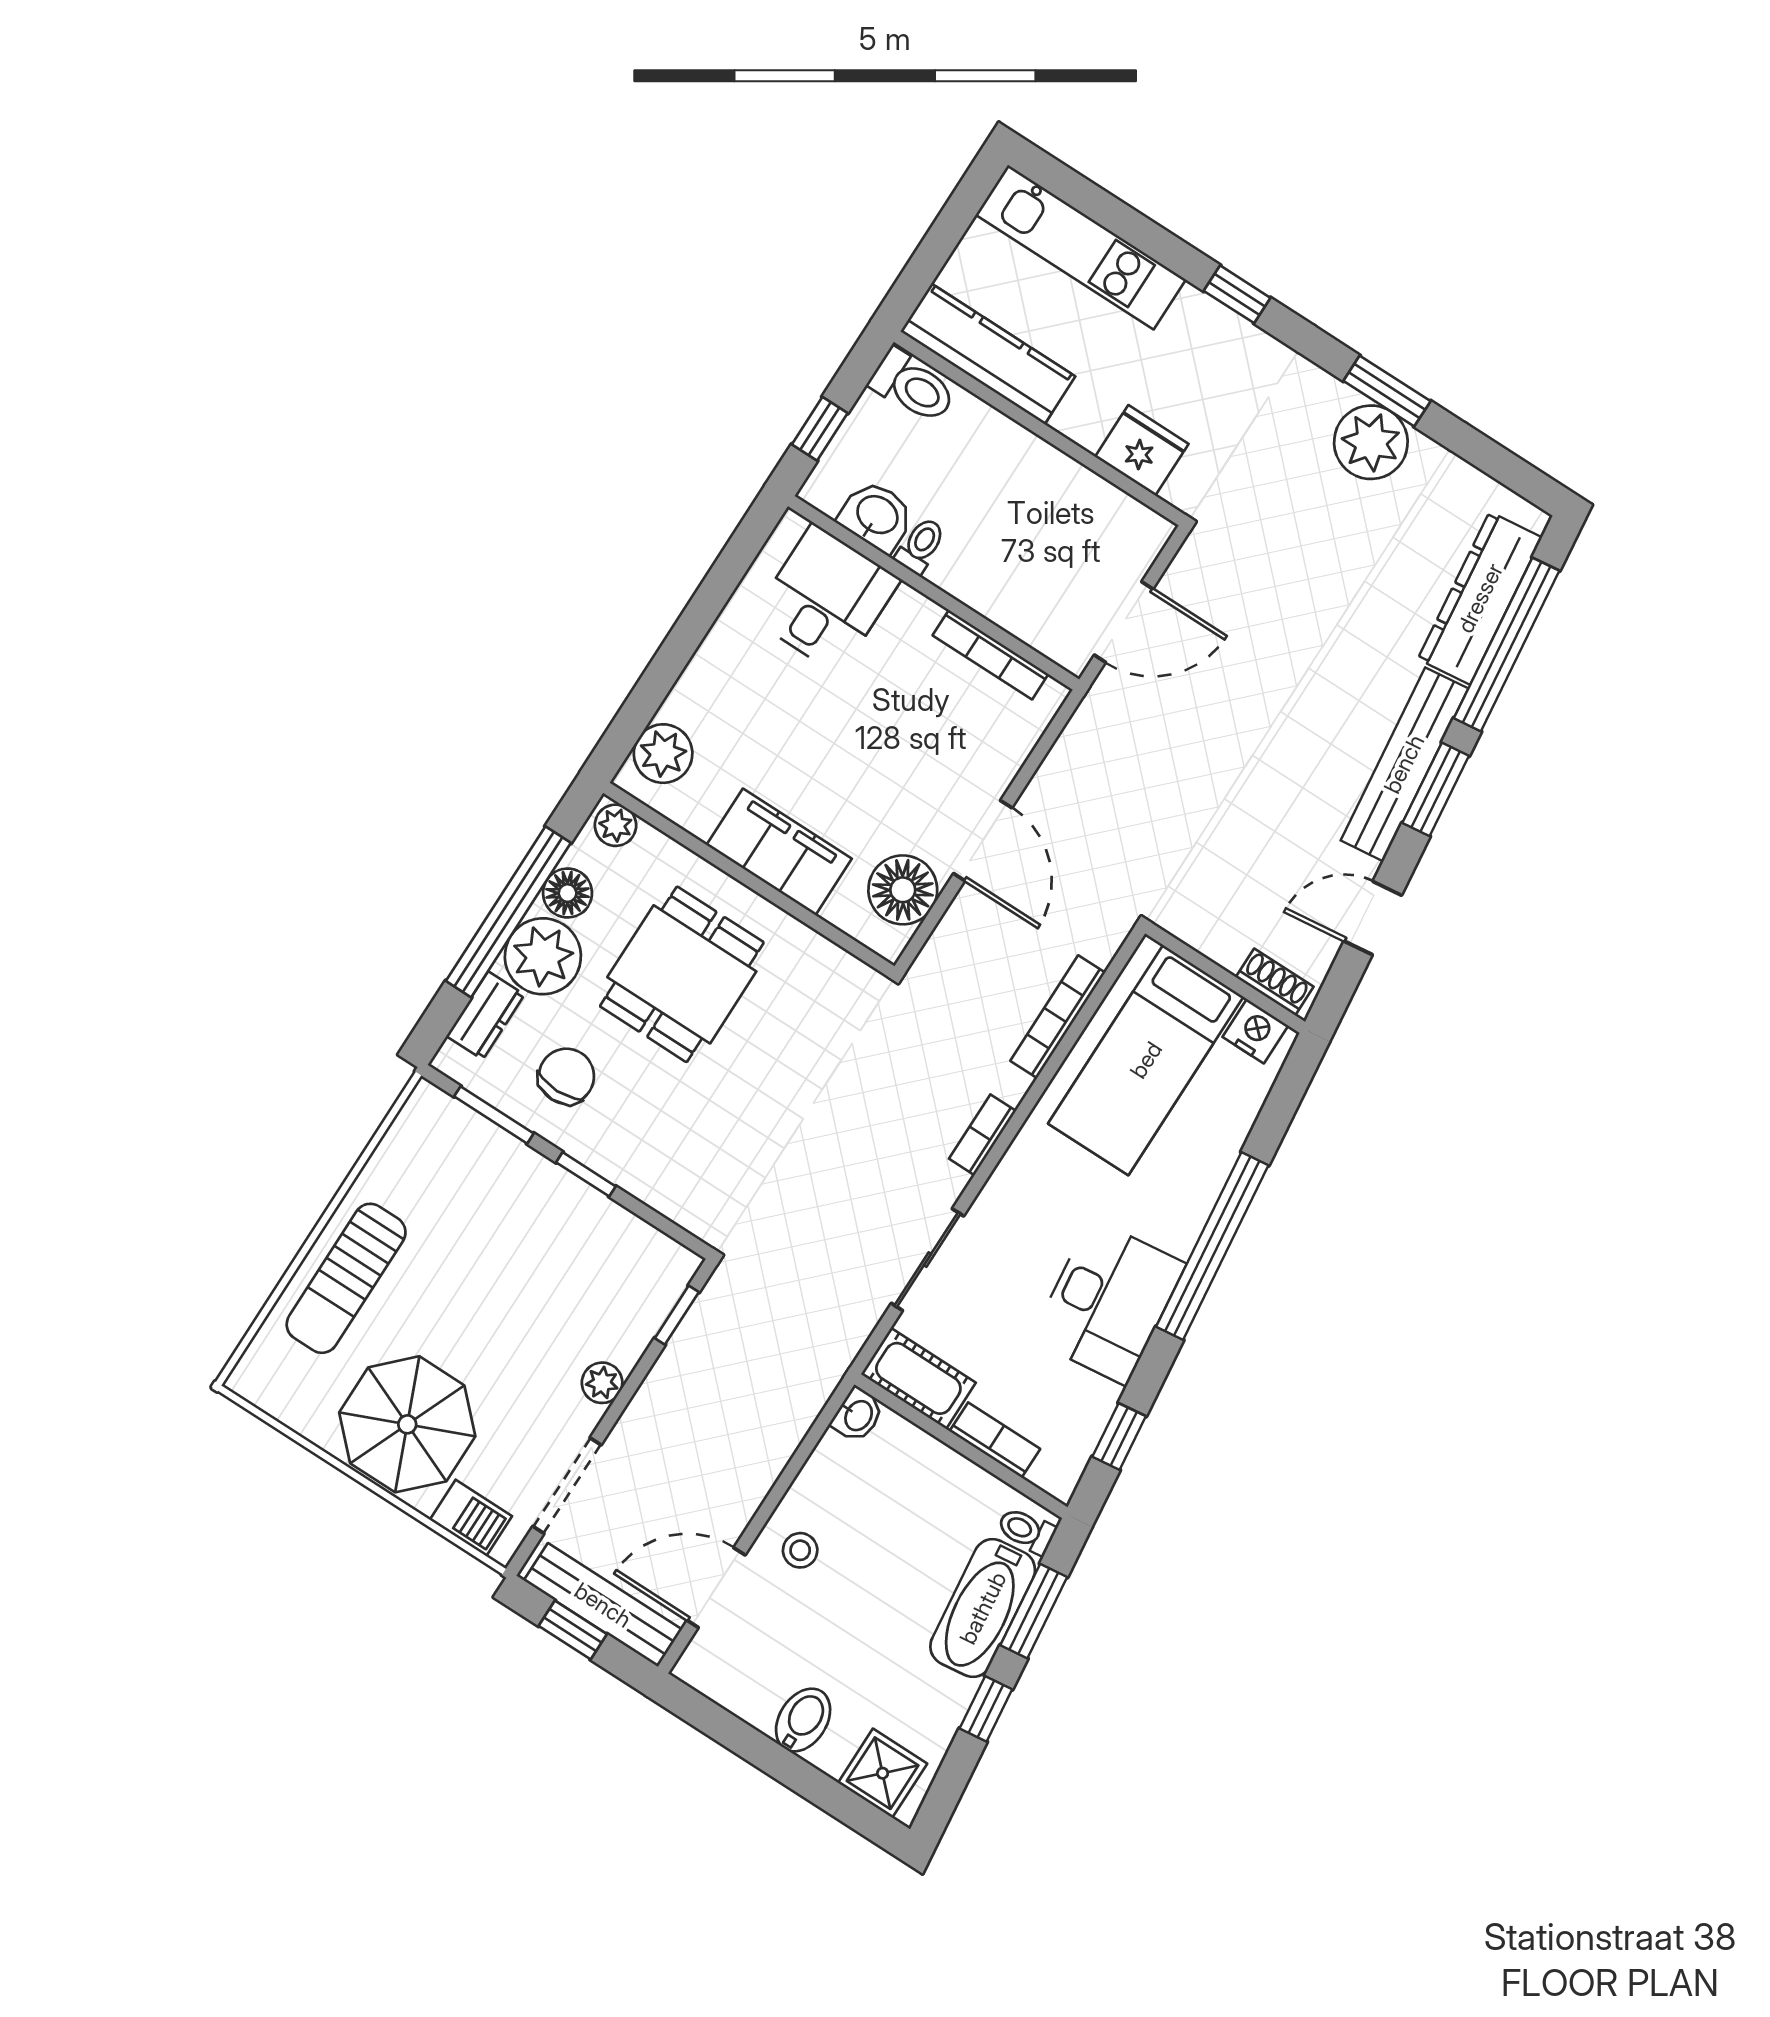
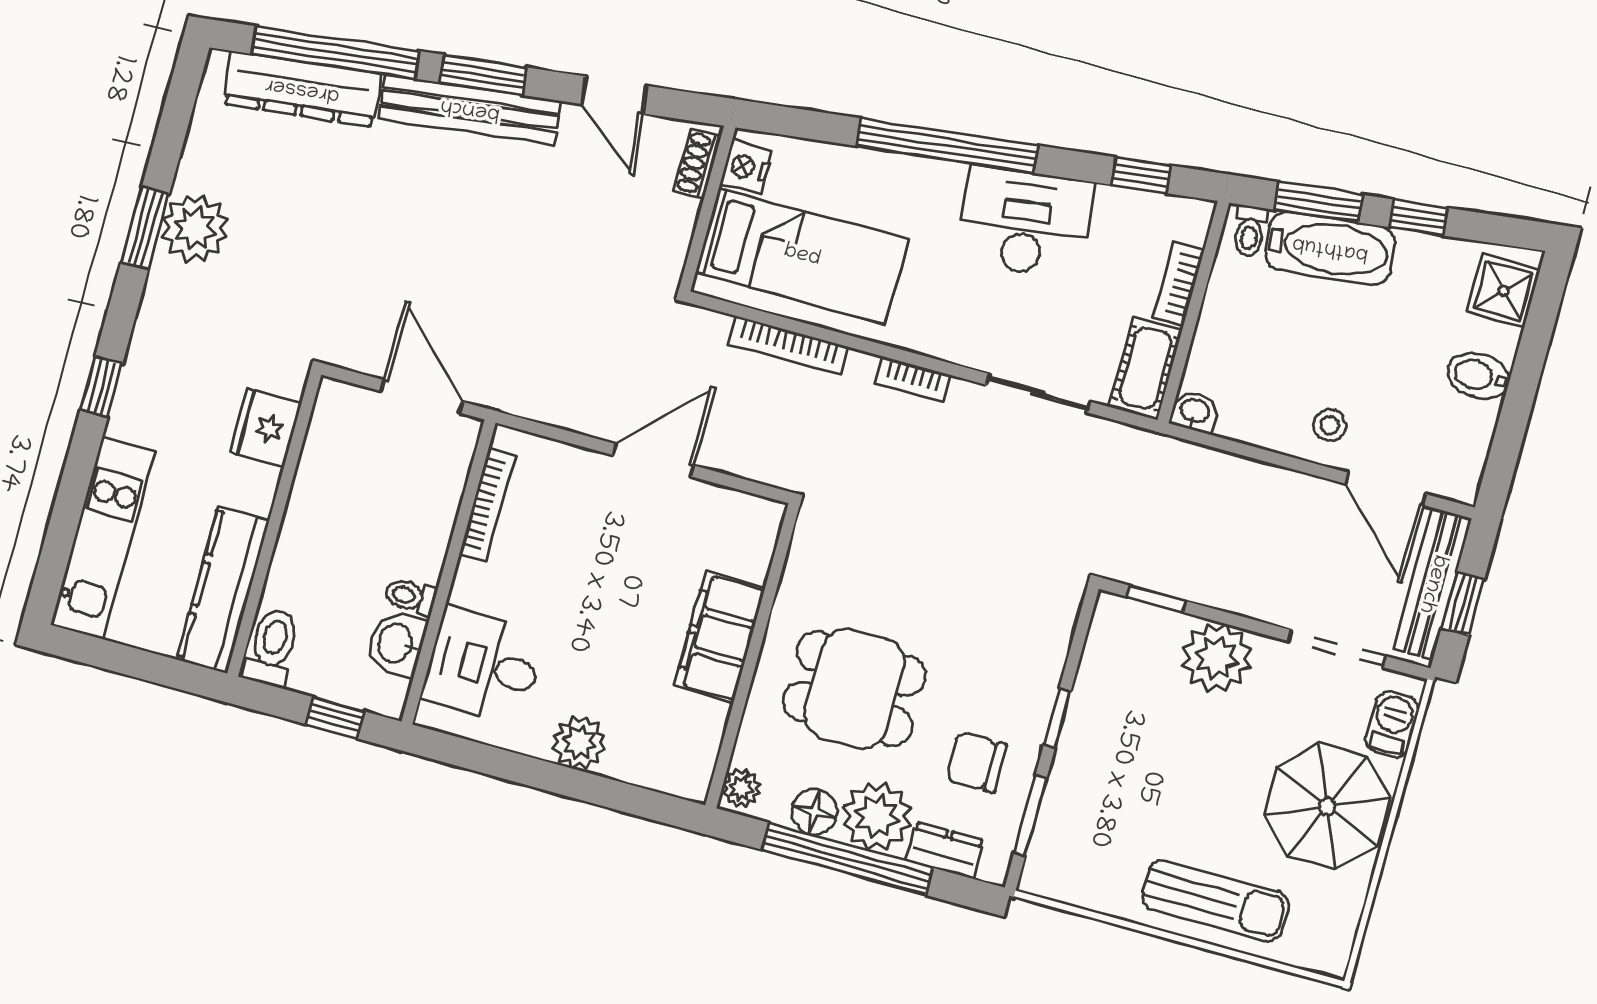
plant: (663, 754) -> (579, 743), moved
floor lamp: (903, 890) -> (719, 517), removed
plant: (602, 1383) -> (1217, 657), width x1.88, depth x1.88

